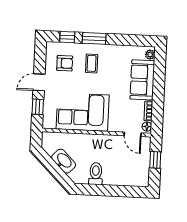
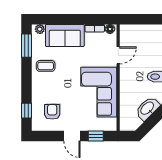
window: (94, 38) -> (27, 46), moved
coffee table: (92, 63) -> (46, 66), moved
door: (133, 134) -> (118, 55), moved
window: (155, 160) -> (142, 19), removed

